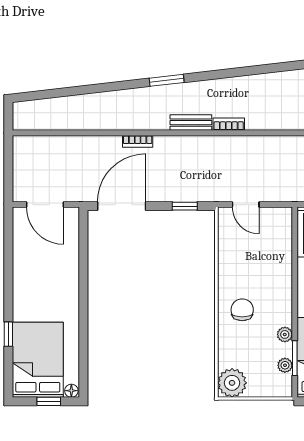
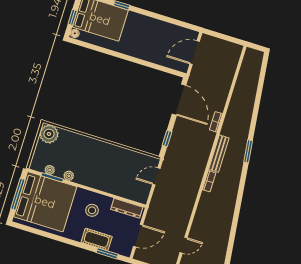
bench: (191, 123) -> (219, 154), width x1.36
chair: (242, 310) -> (92, 154), removed

